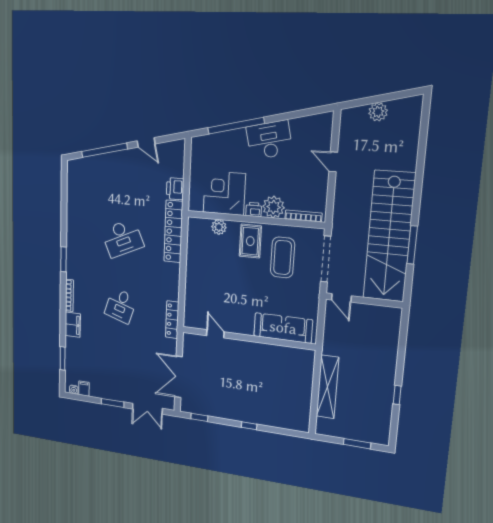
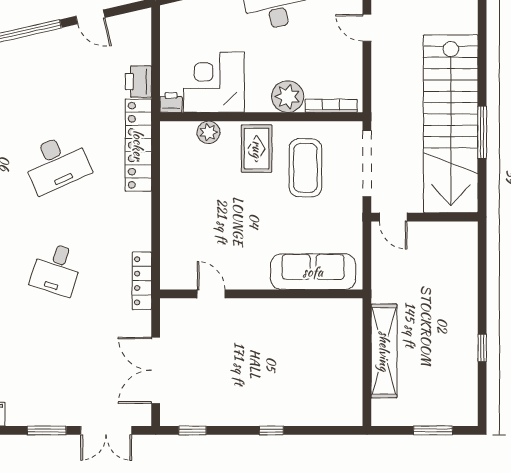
printer: (254, 210) -> (171, 102), moved

